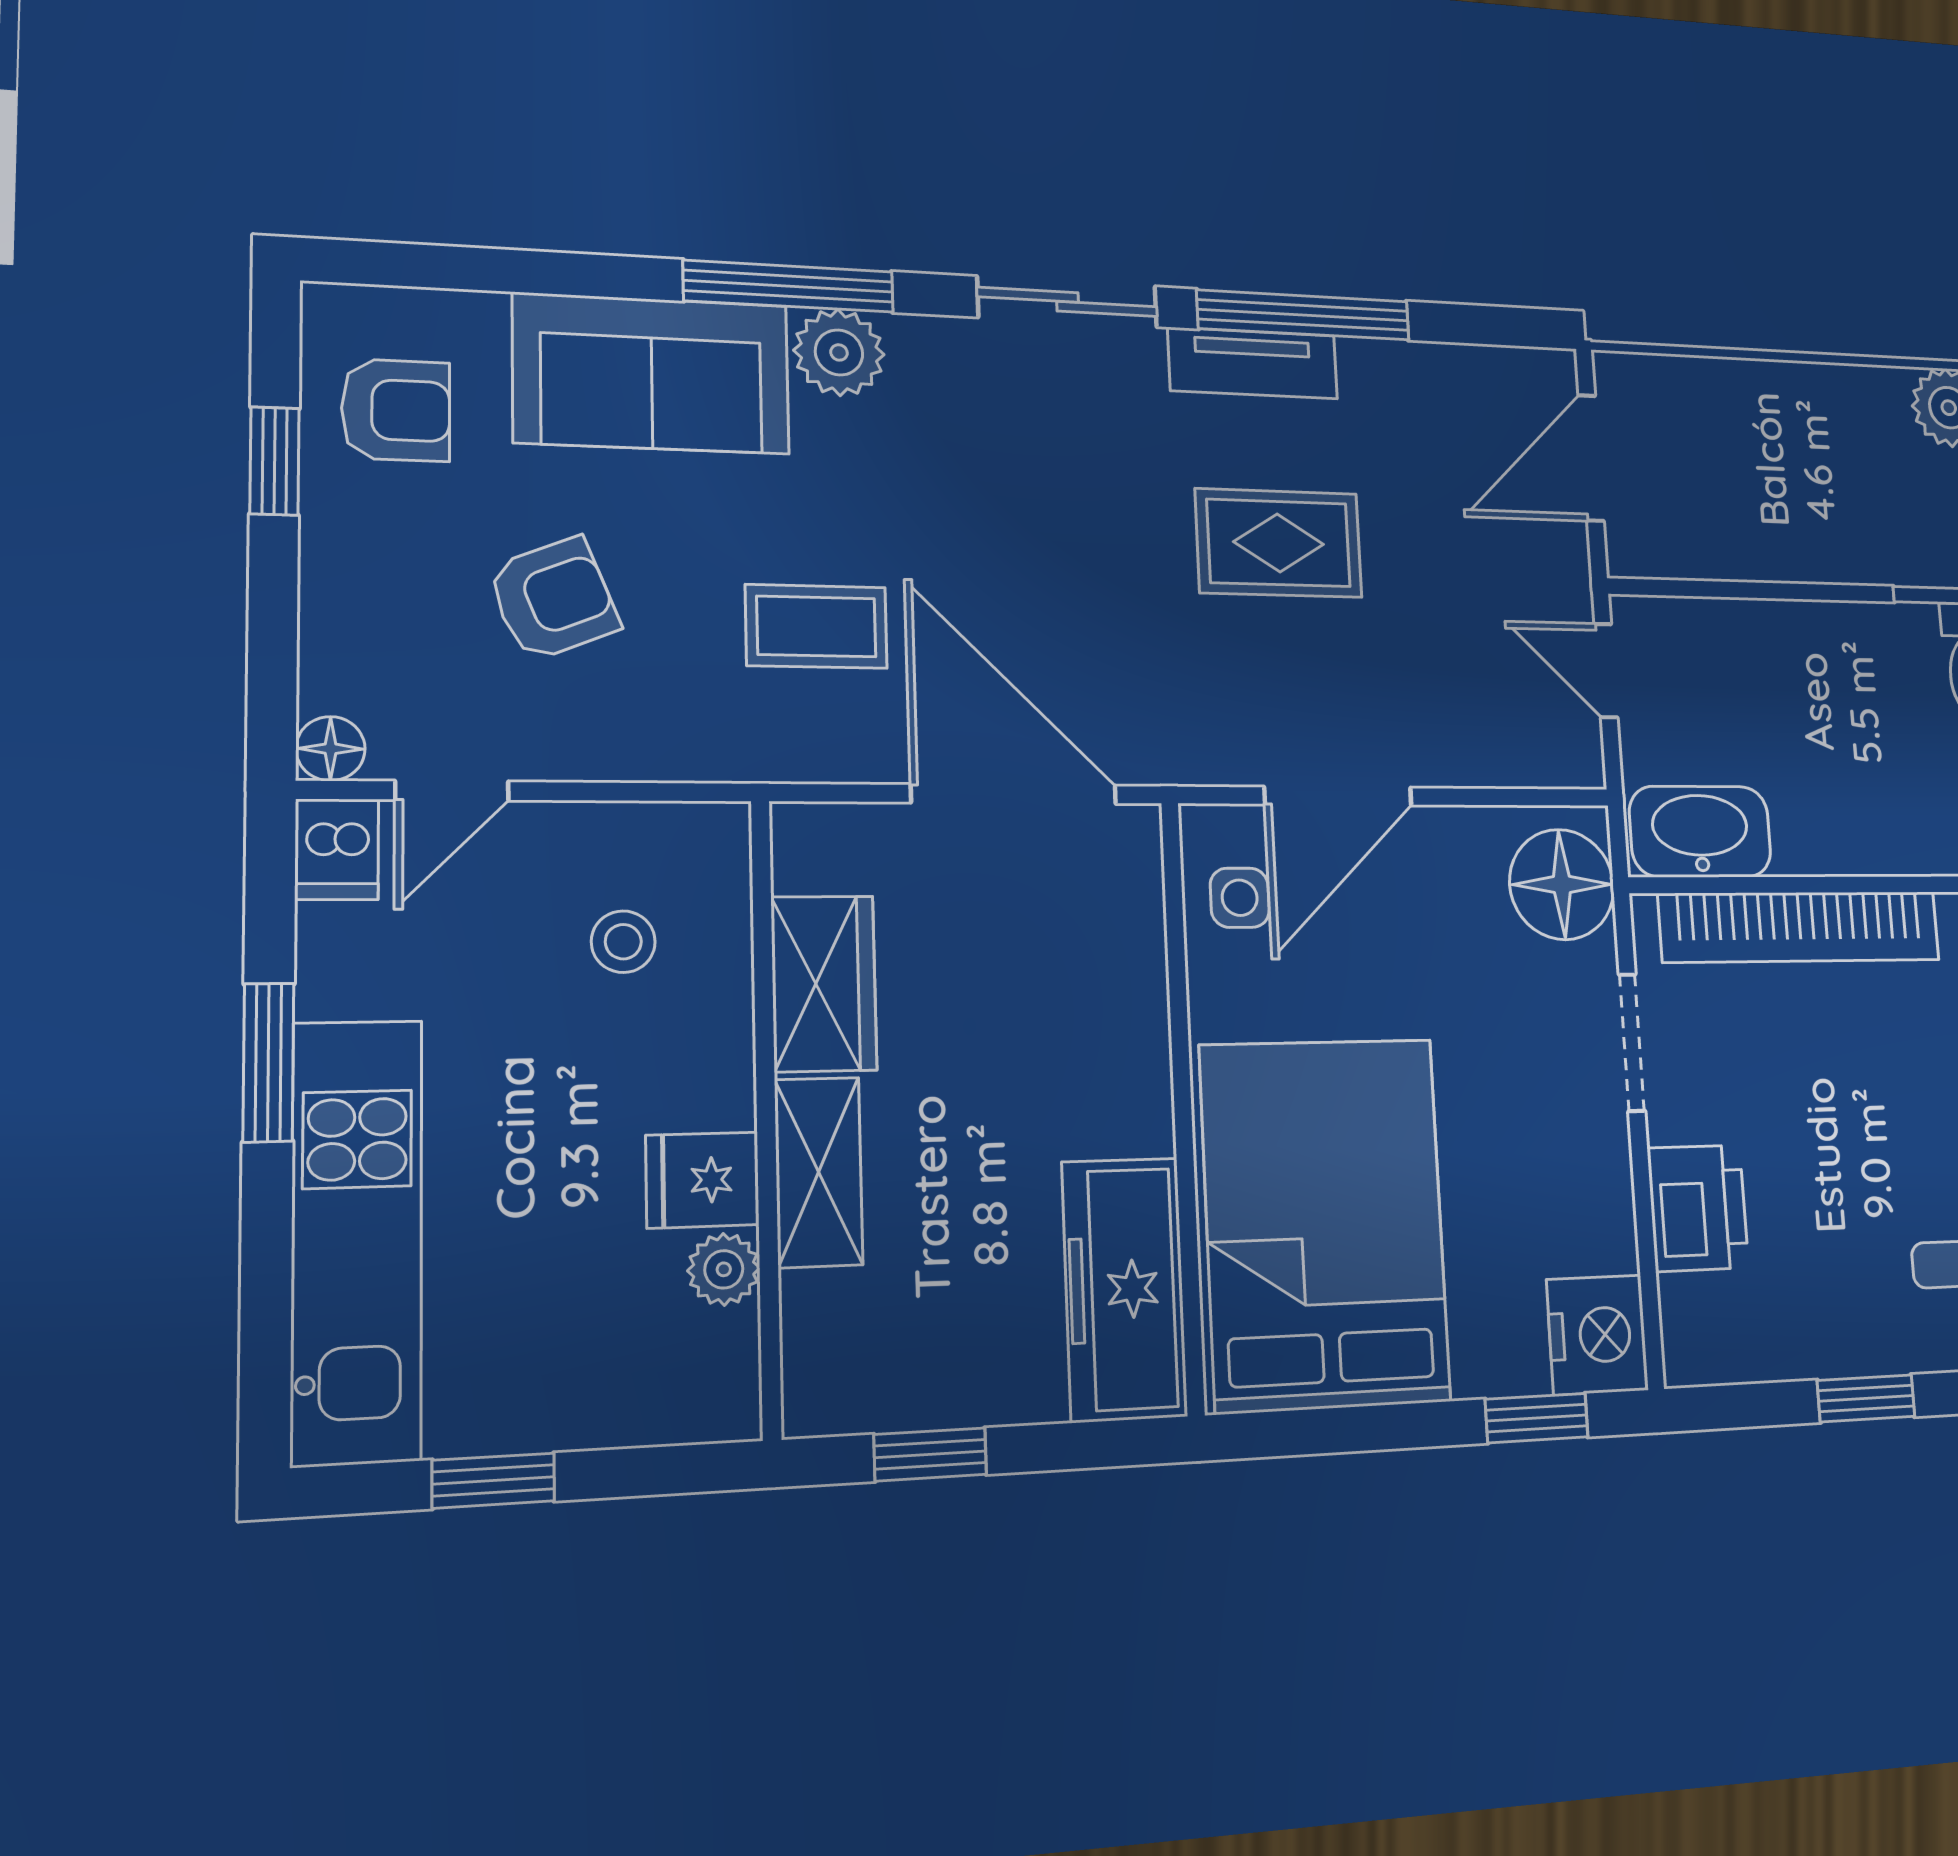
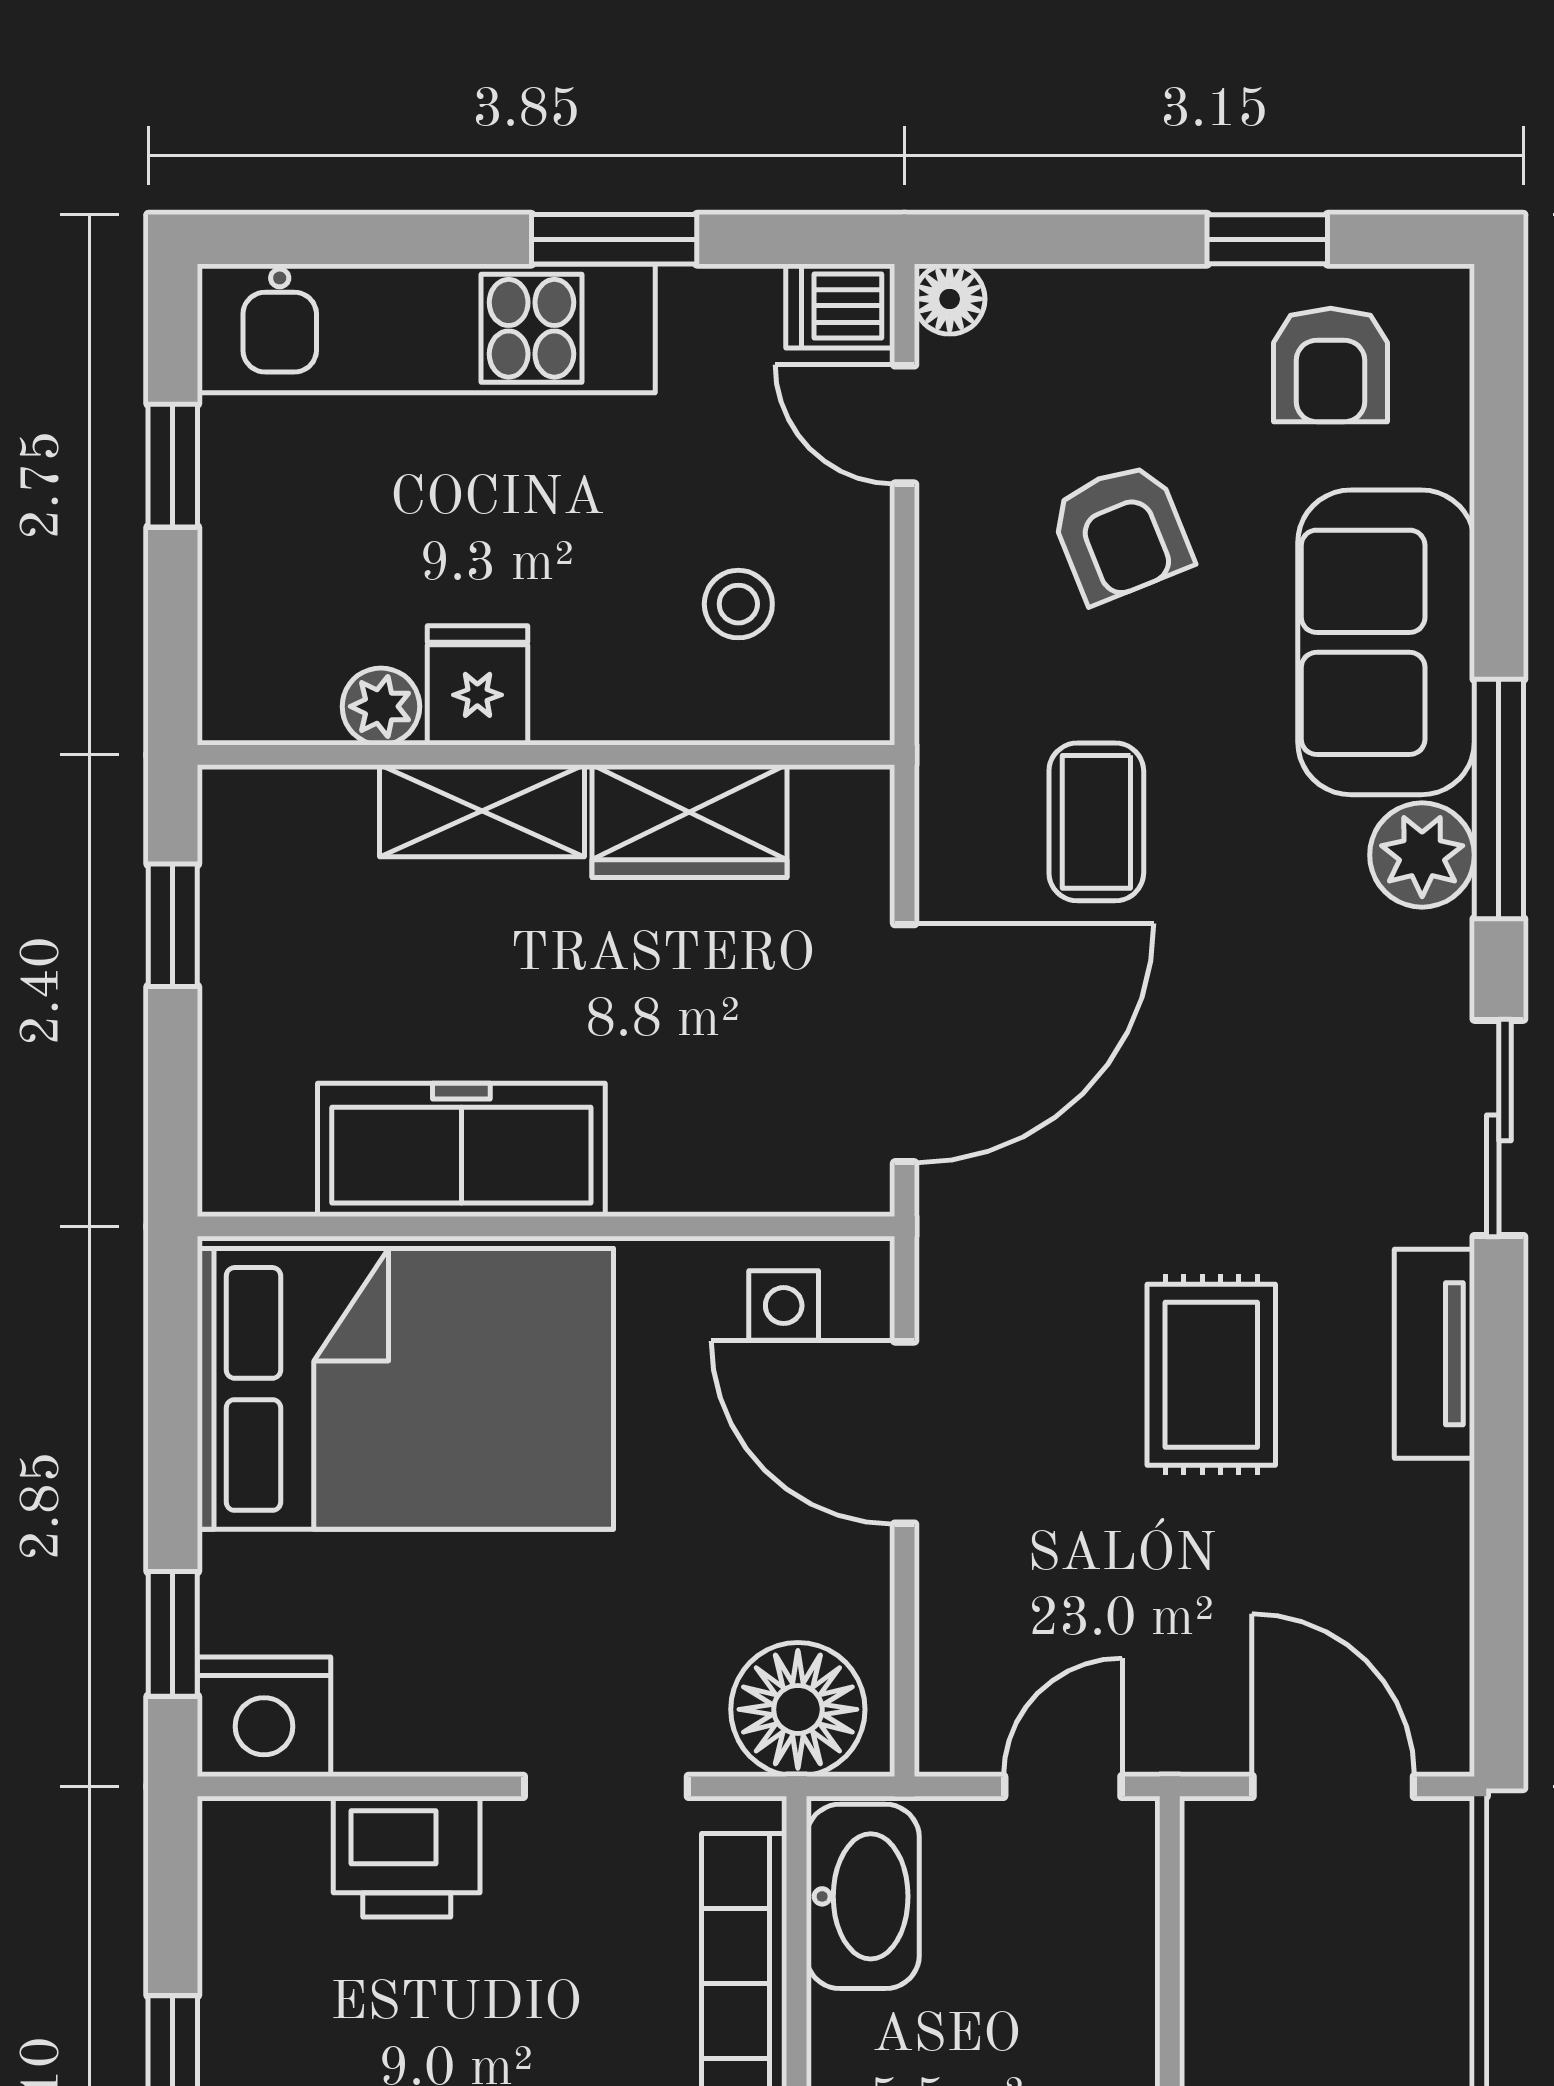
window: (1304, 315) -> (1499, 1421), removed
freezer: (1125, 1289) -> (461, 1150), moved

